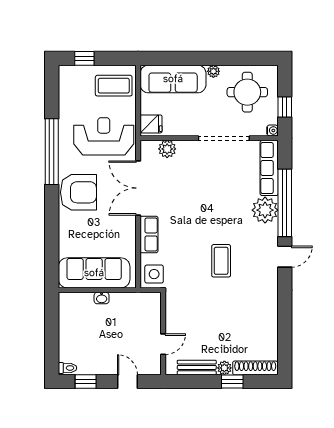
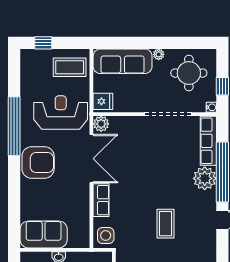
plant: (167, 149) -> (101, 124), moved
double door: (138, 188) -> (91, 159), swing flipped
sofa: (94, 273) -> (44, 234), width x0.73

